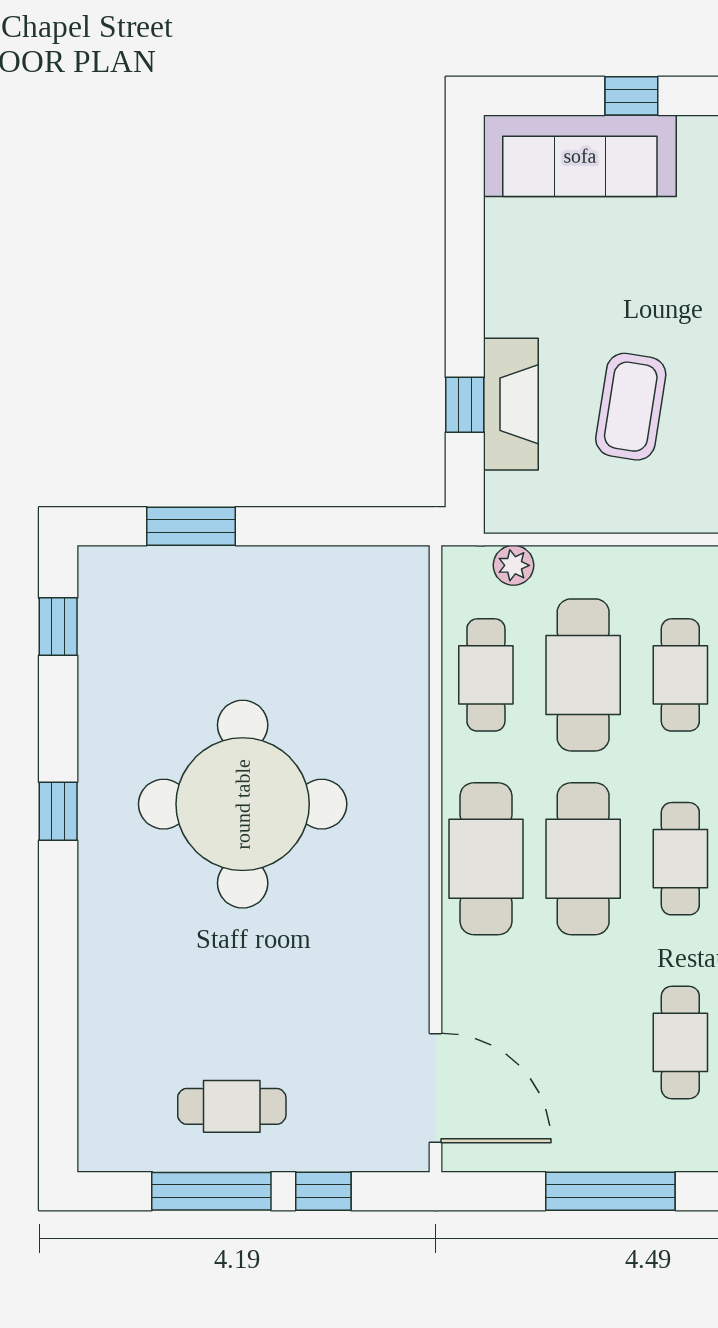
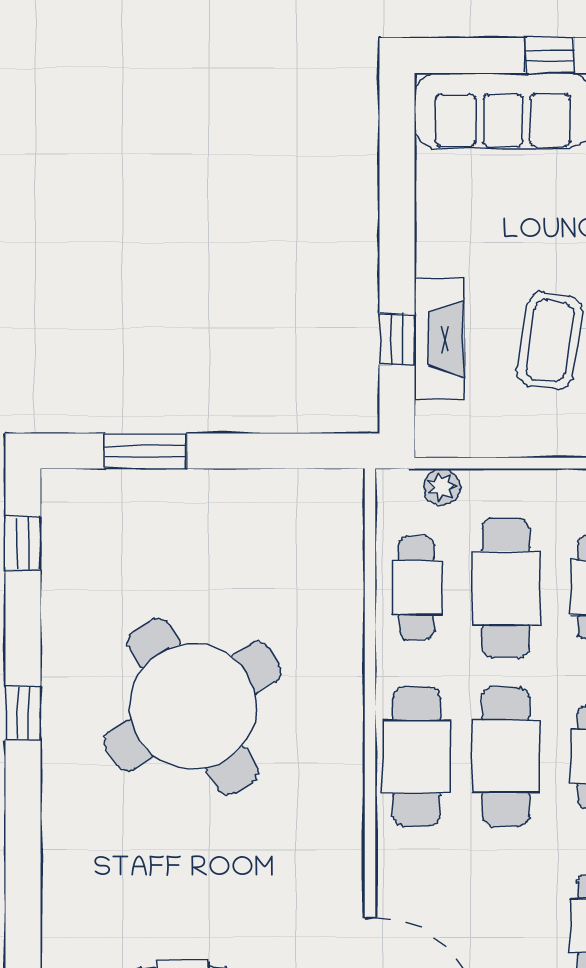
round table: (243, 804) -> (193, 706), turned -32

